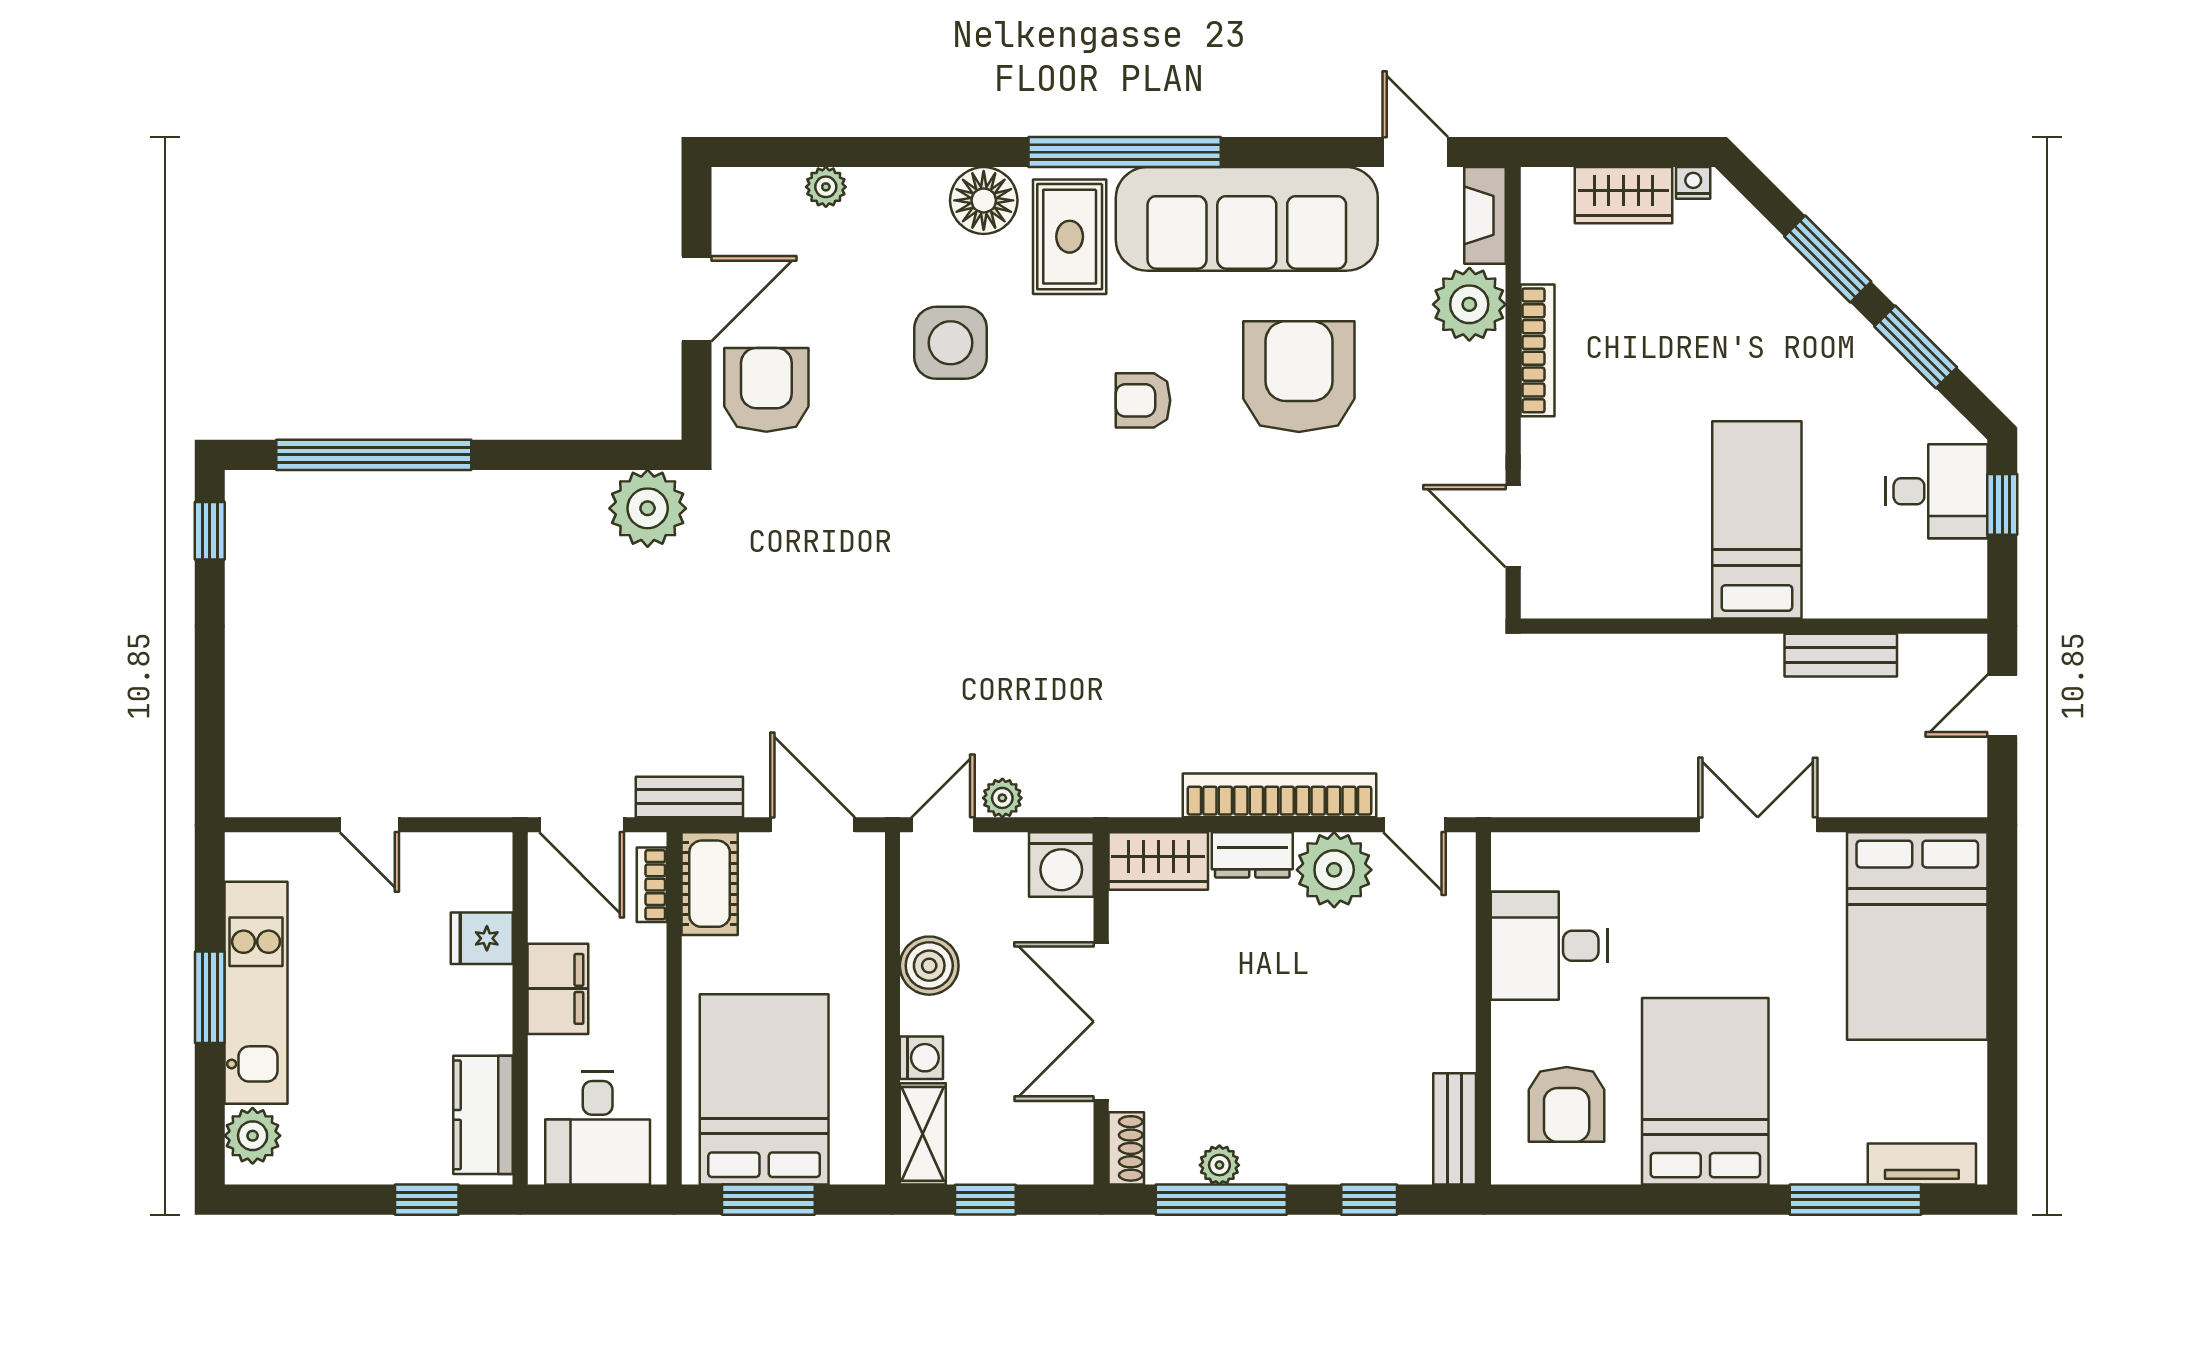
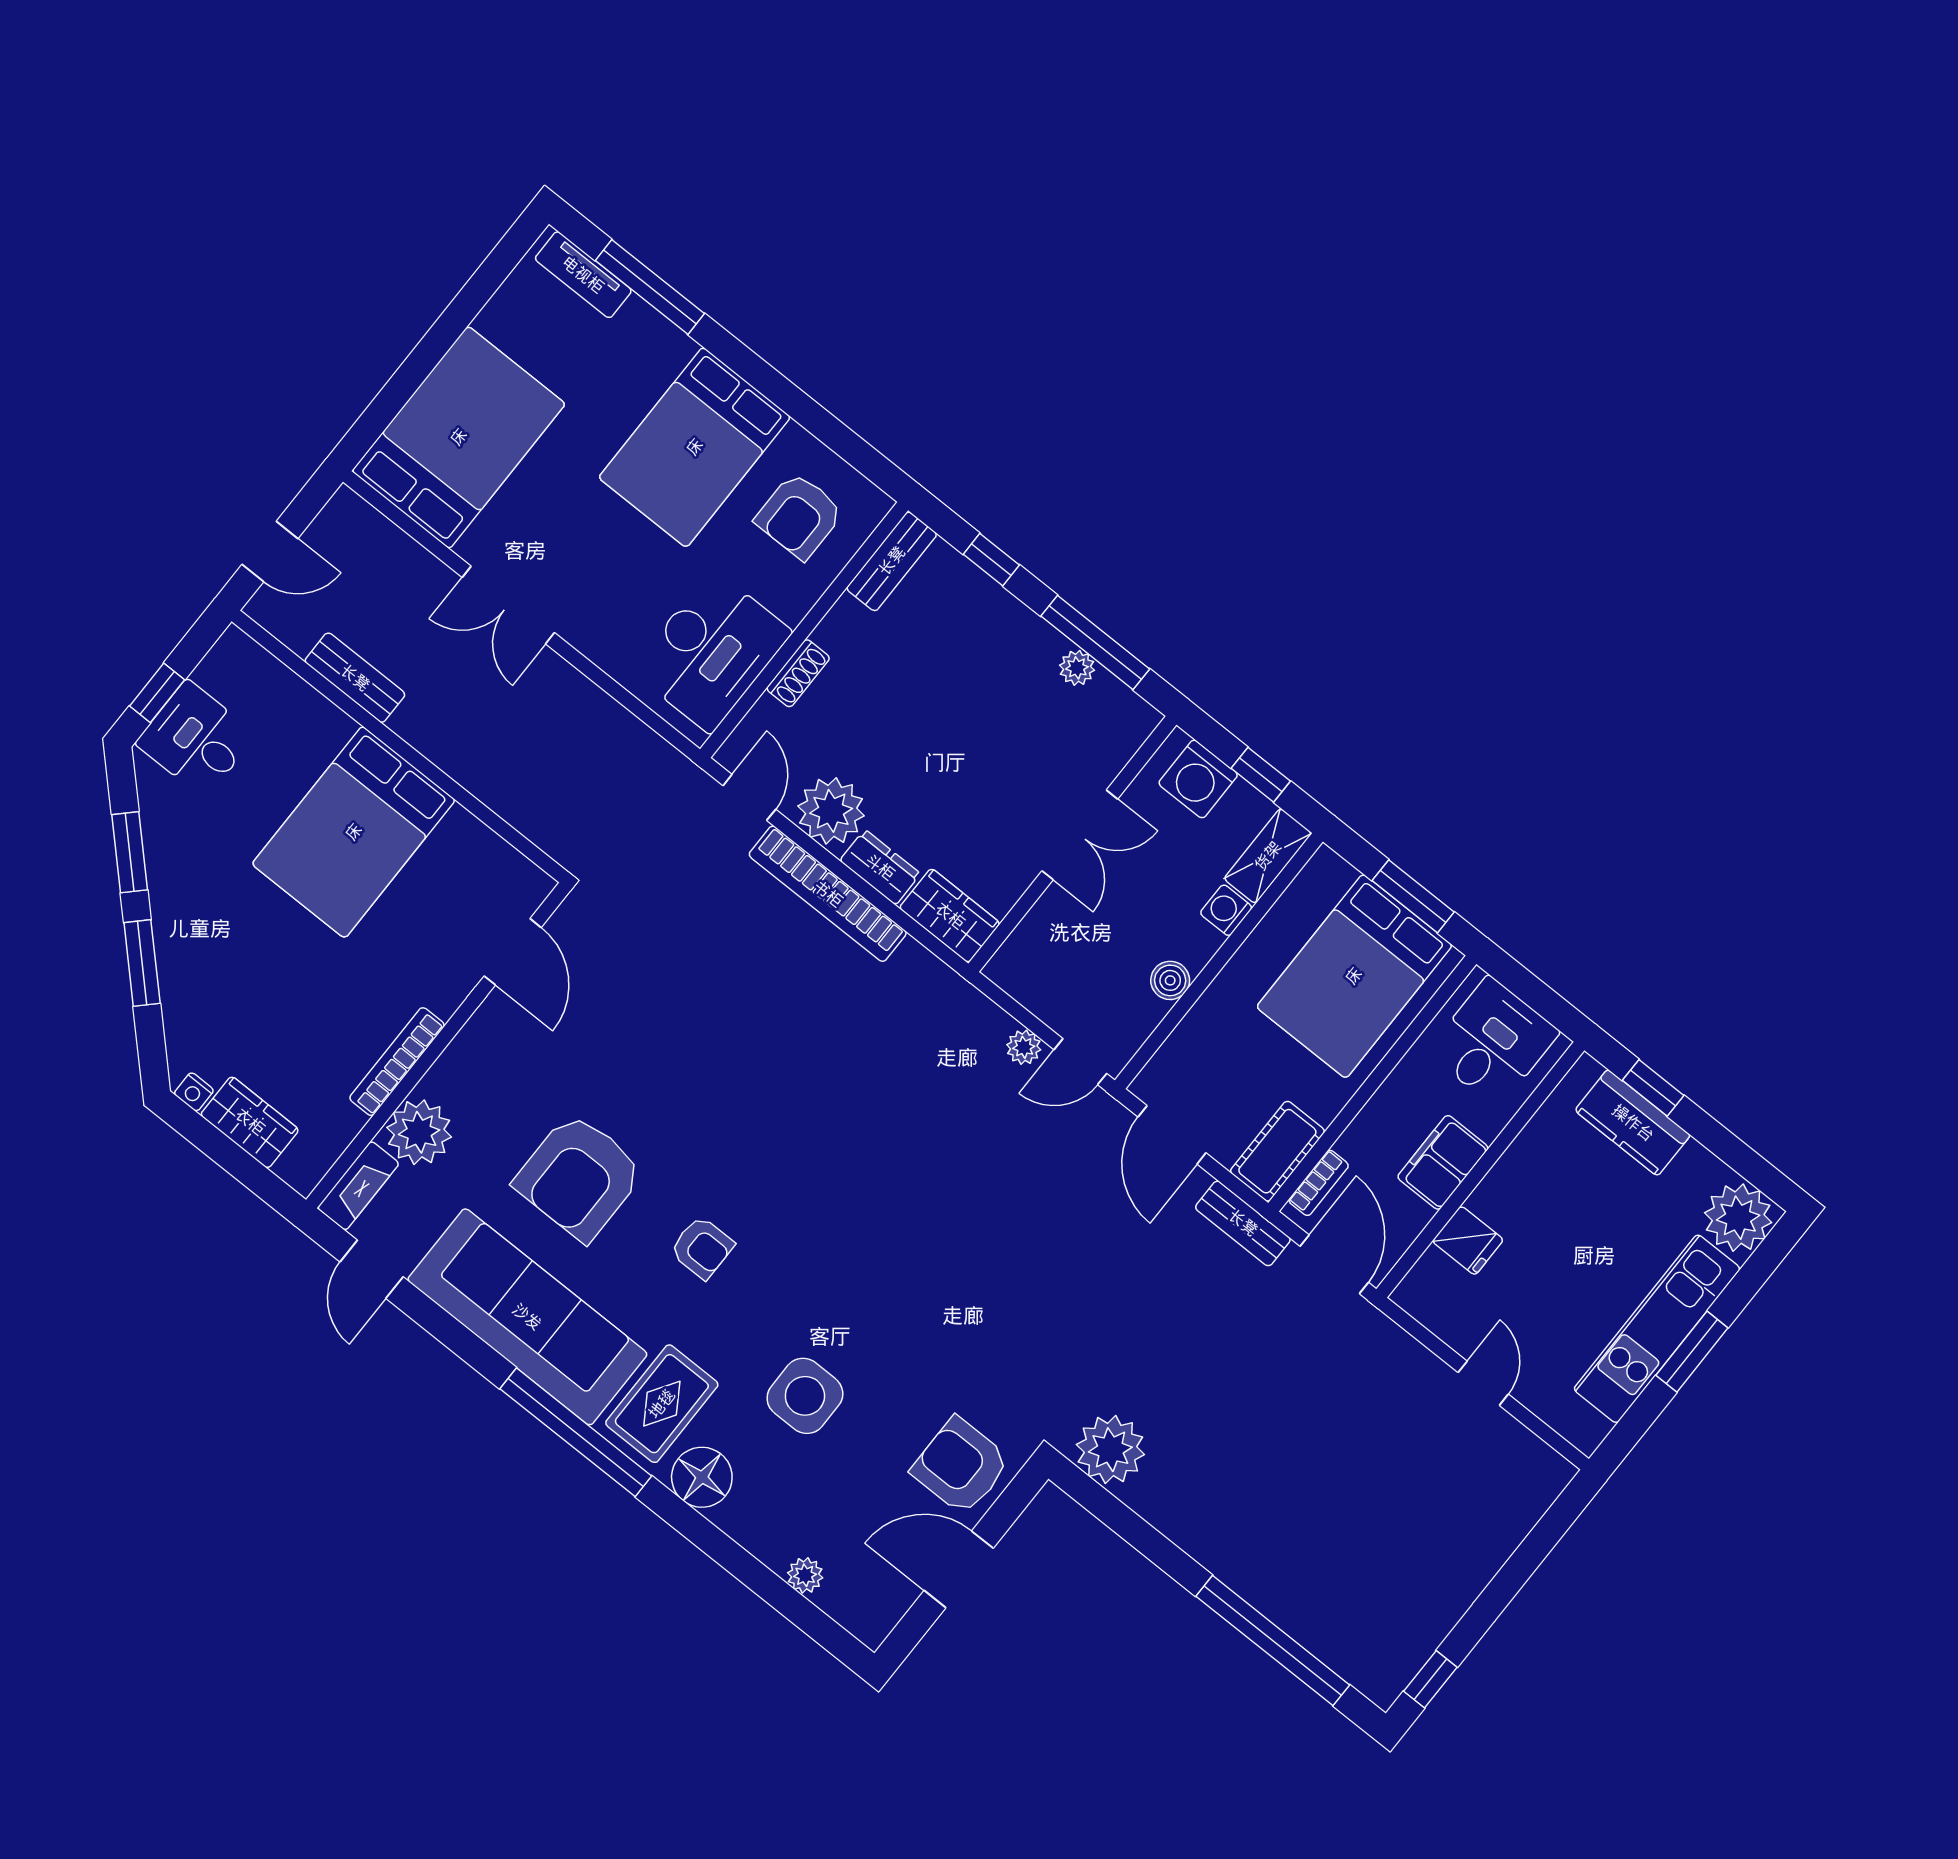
armchair: (766, 390) -> (961, 1466), turned 90
bed: (1757, 520) -> (354, 832), width x1.50
washing machine: (1061, 865) -> (1198, 779), moved, turned 180
desk: (1549, 946) -> (711, 651), width x1.37
boiler: (929, 966) -> (1170, 980), width x0.73, depth x0.73
double door: (1101, 1022) -> (1080, 835), width x0.73
armchair: (1567, 1104) -> (799, 516), turned 180
kitchen counter: (483, 1115) -> (1633, 1123), moved, turned 90
plant: (253, 1136) -> (1738, 1218), width x1.36, depth x1.36
shoe rack: (1126, 1148) -> (798, 673), moved, turned 180

